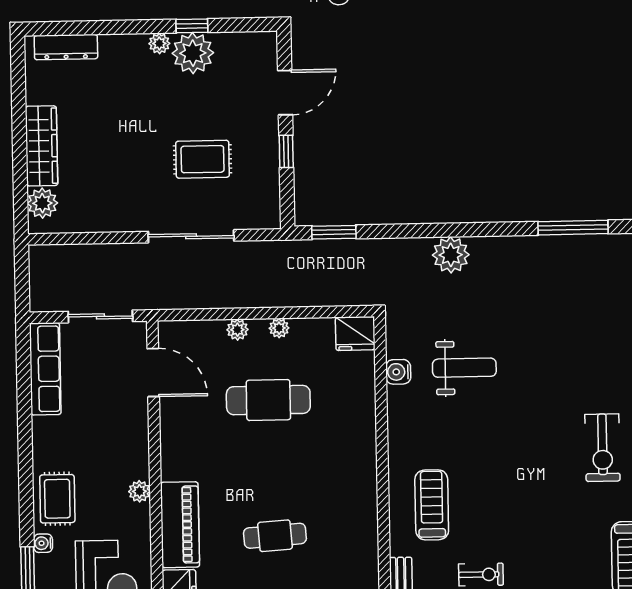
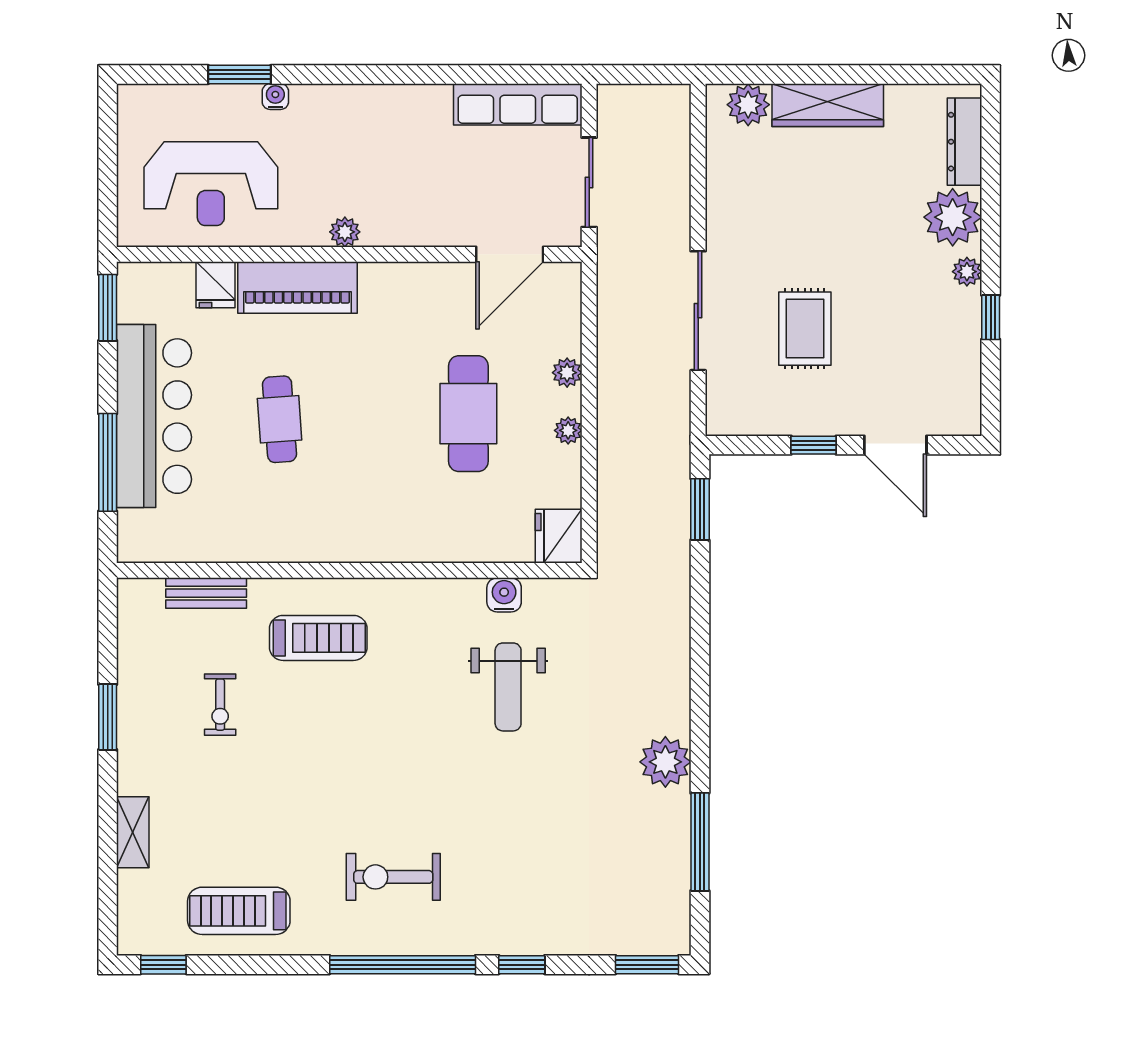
plant: (193, 53) -> (953, 217), moved
plant: (451, 255) -> (665, 762), moved
rug: (57, 499) -> (337, 118), removed

